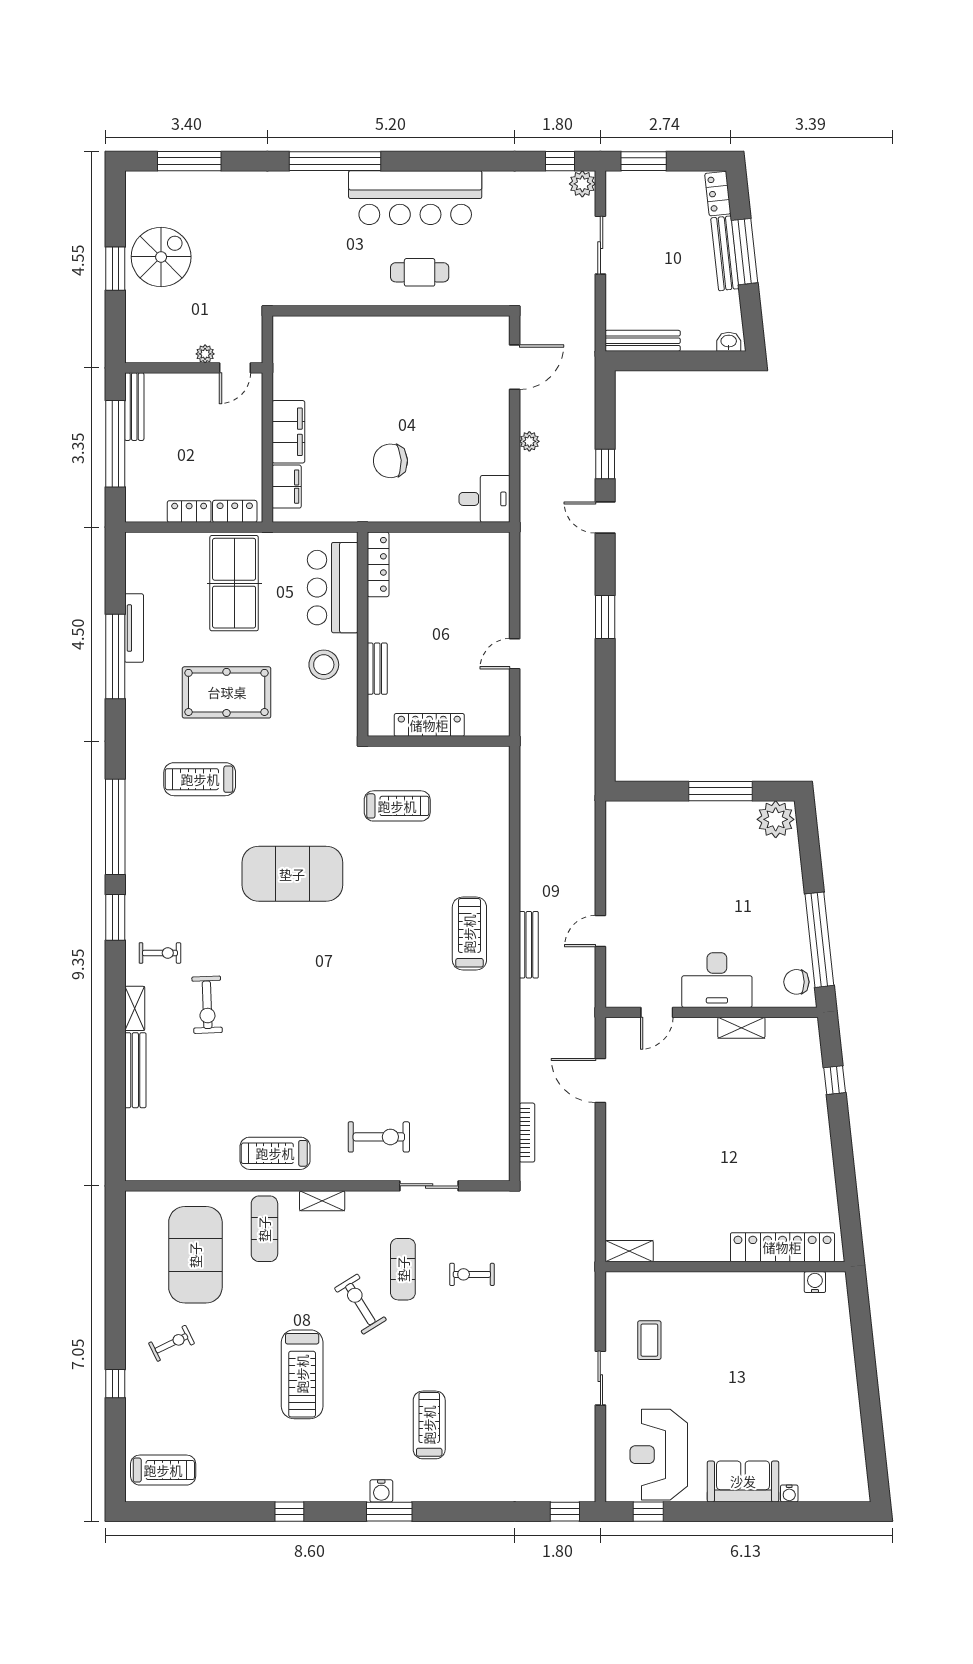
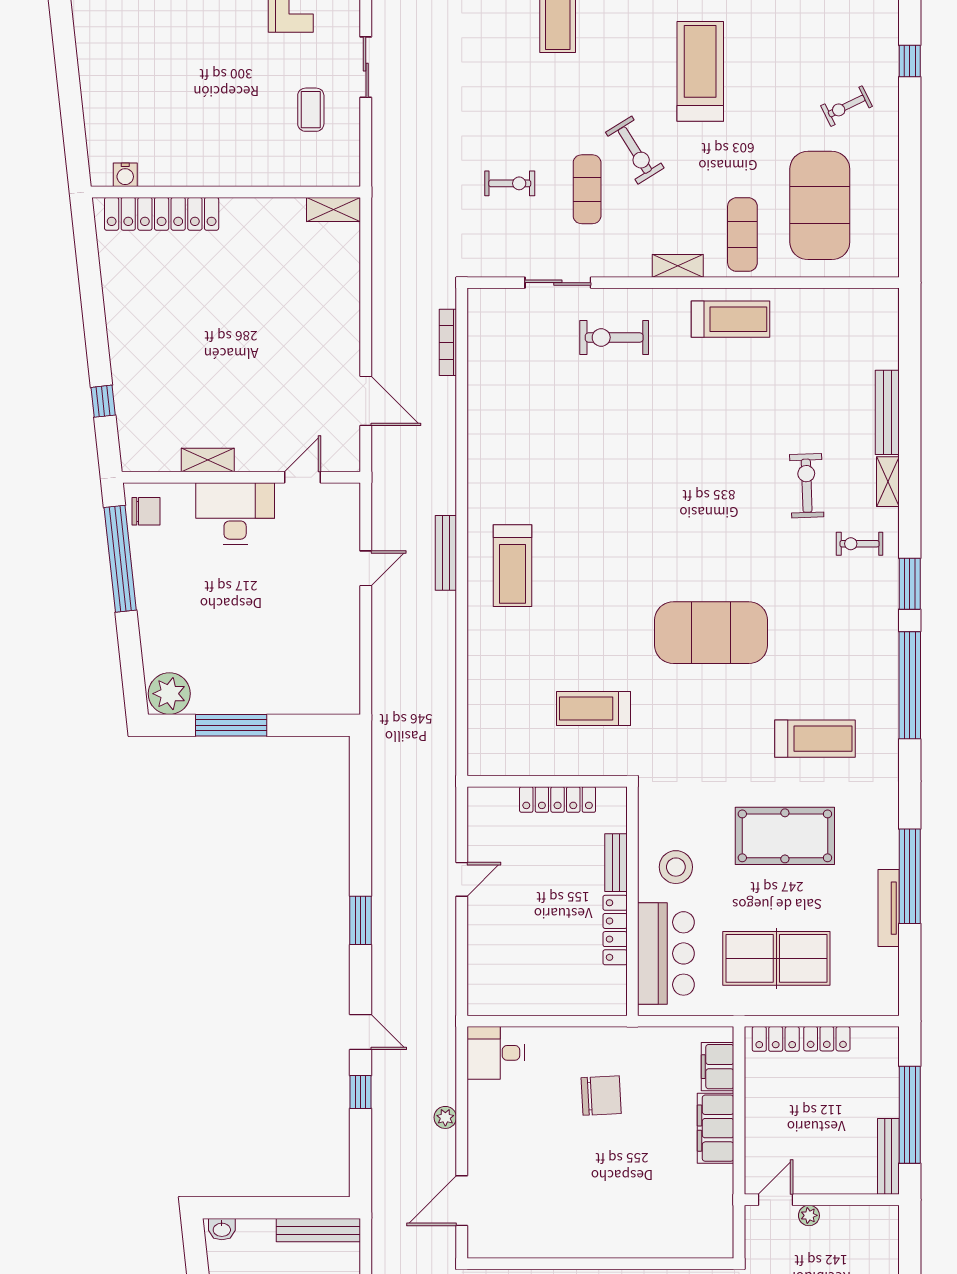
locker: (378, 564) -> (615, 930), moved
table tennis table: (234, 583) -> (776, 958), turned 90

